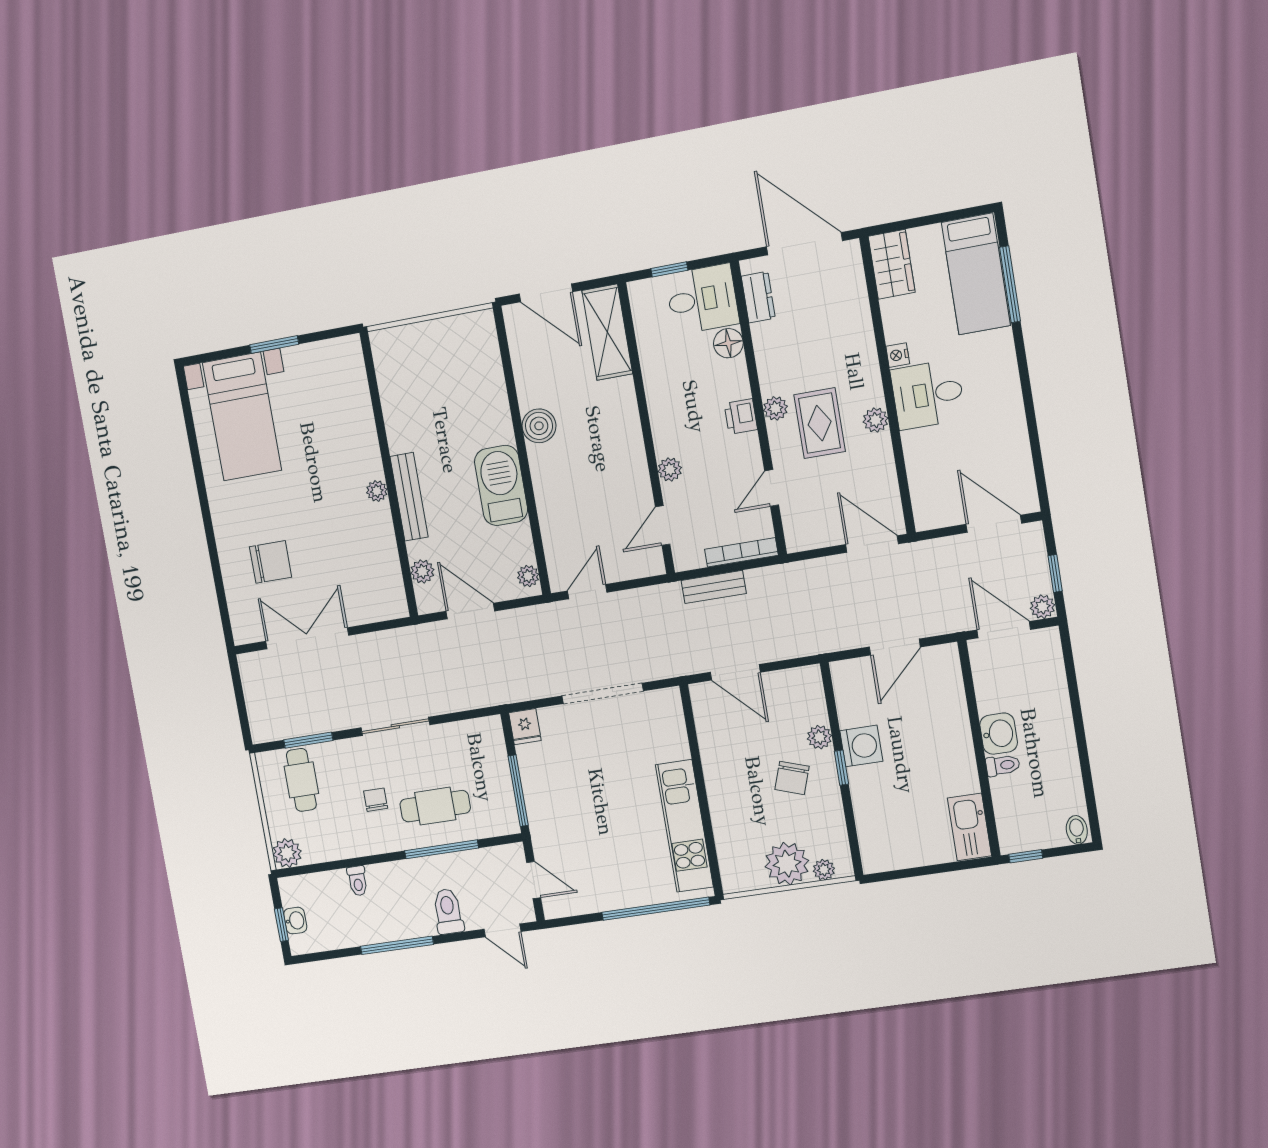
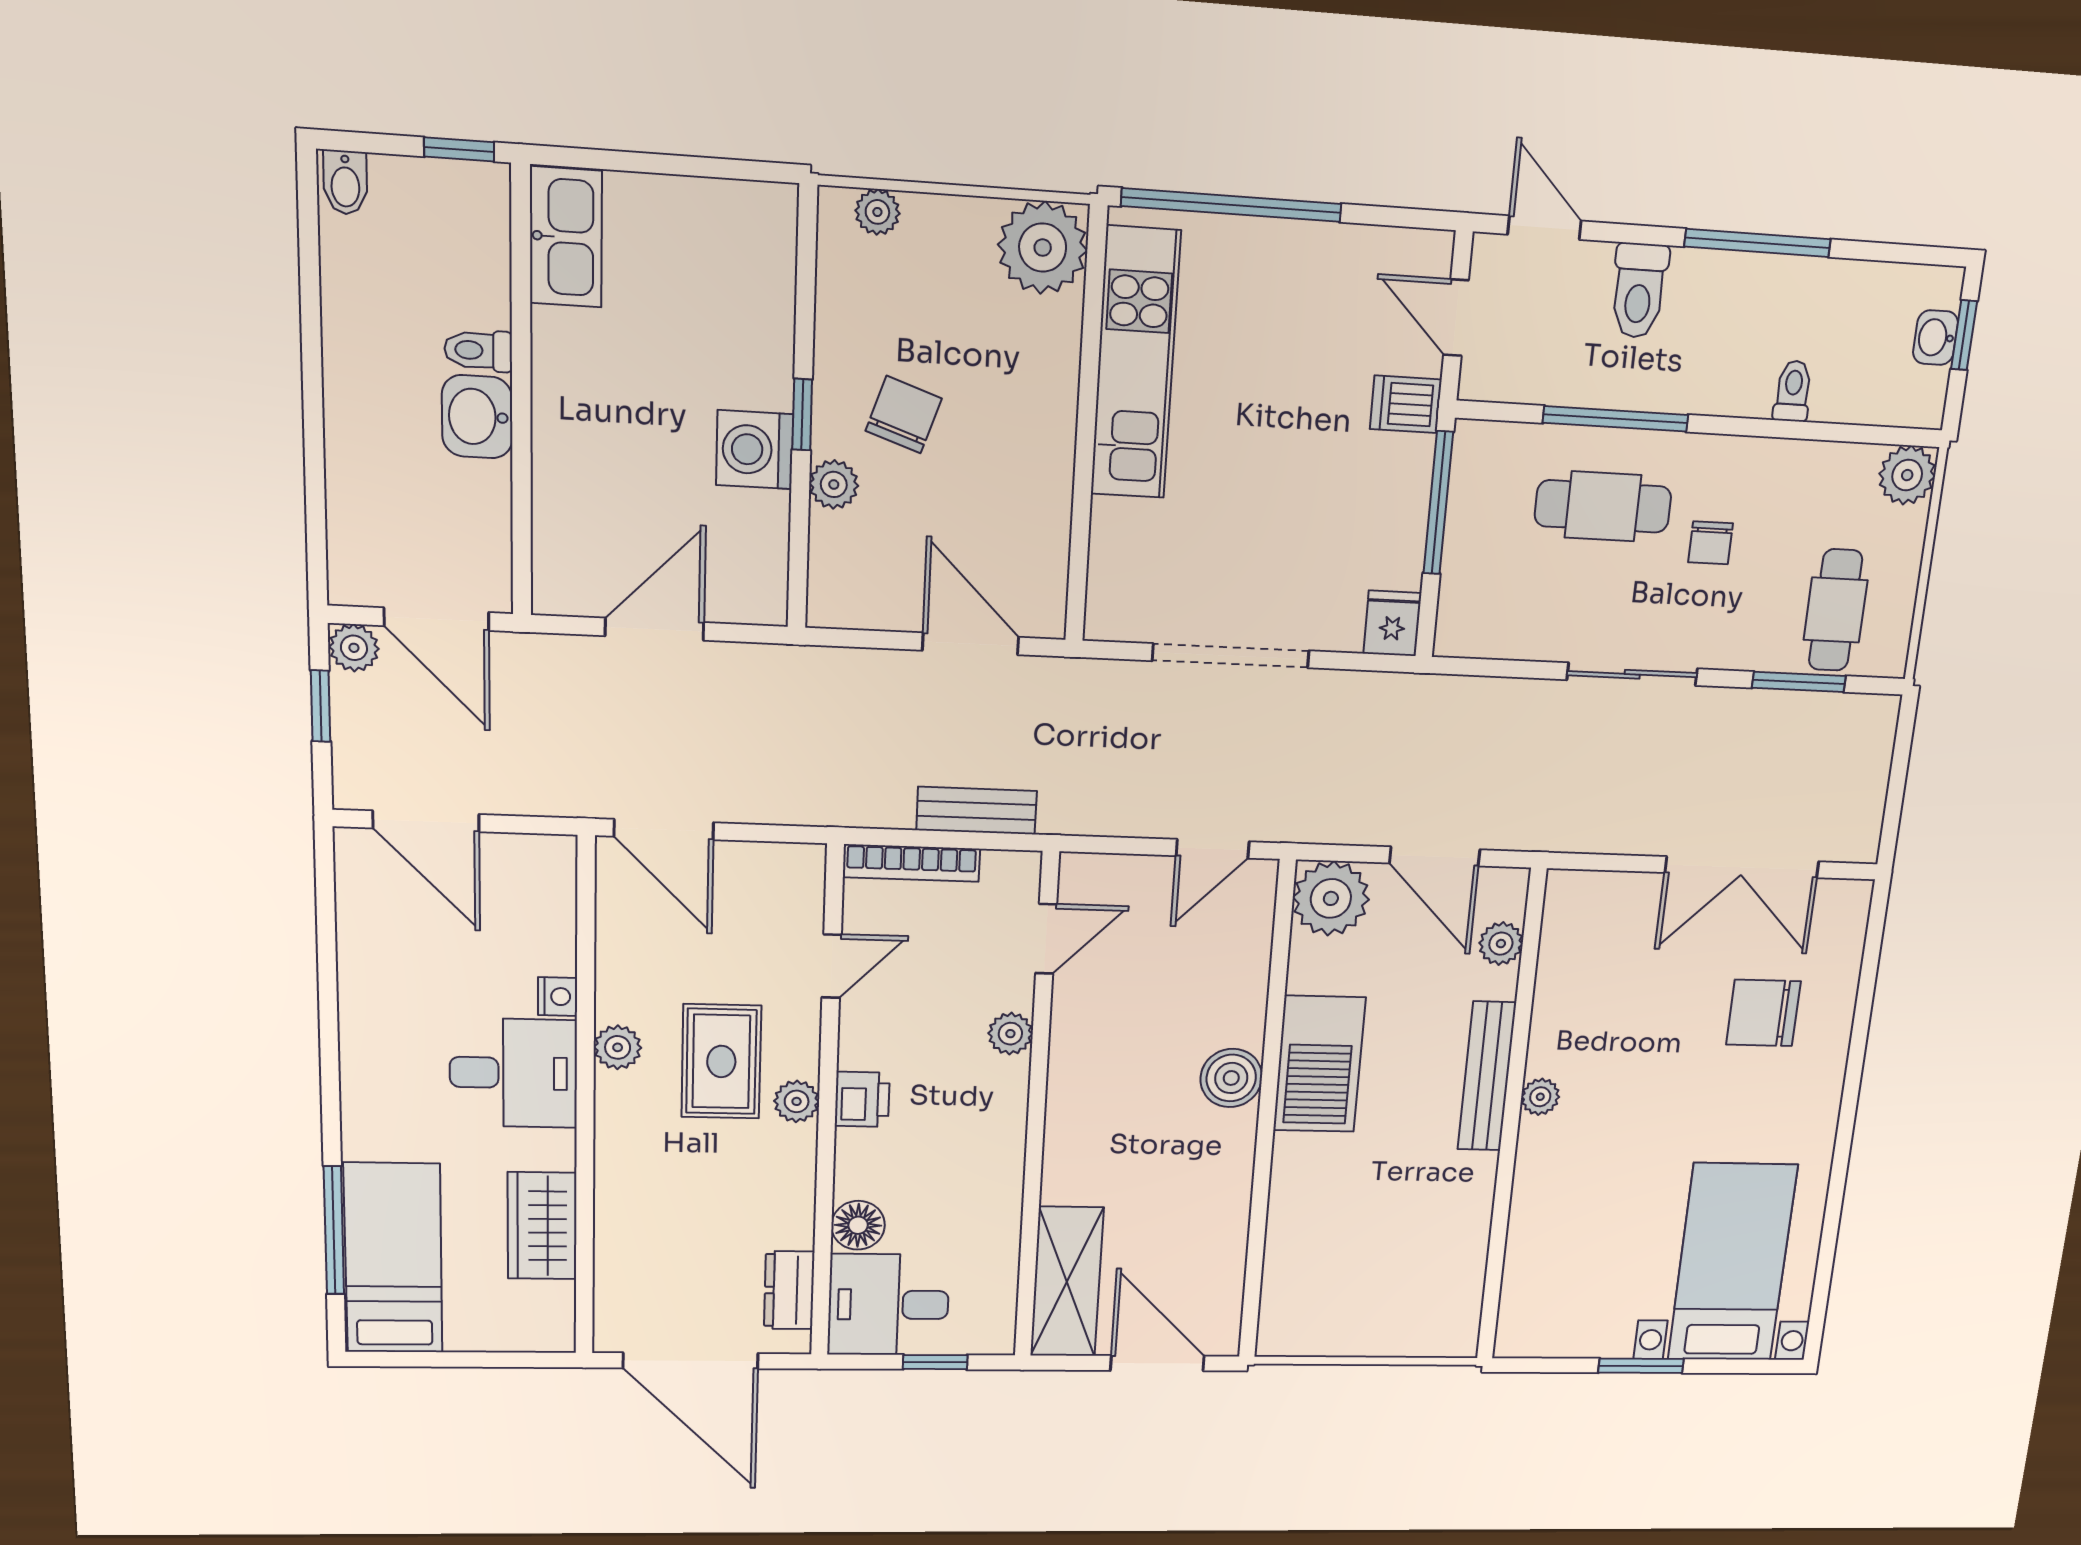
wardrobe: (892, 264) -> (542, 1226), moved
nightstand: (898, 355) -> (558, 997), moved
boiler: (539, 426) -> (1231, 1078), moved
plant: (528, 576) -> (1331, 898), width x1.88, depth x1.88
dishwasher: (547, 834) -> (1406, 404), added
plant: (787, 864) -> (1043, 248), moved

